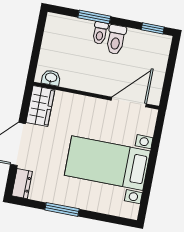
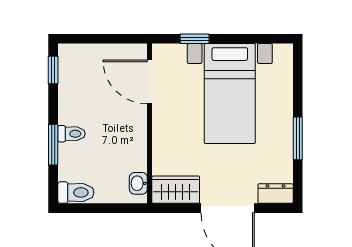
toilet: (116, 40) -> (76, 192), moved
window: (156, 144) -> (195, 39), added

